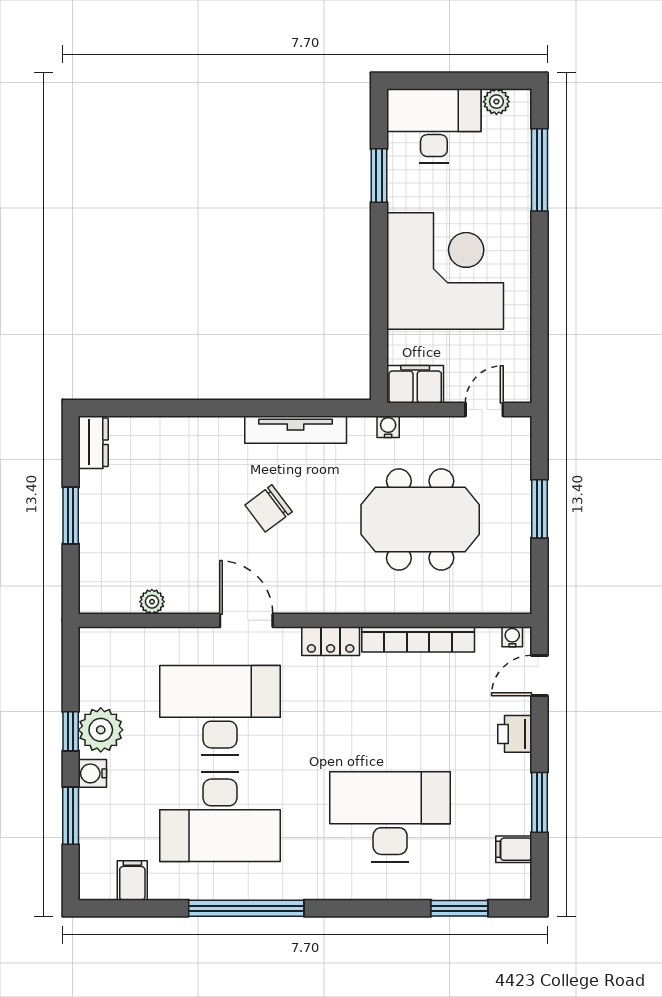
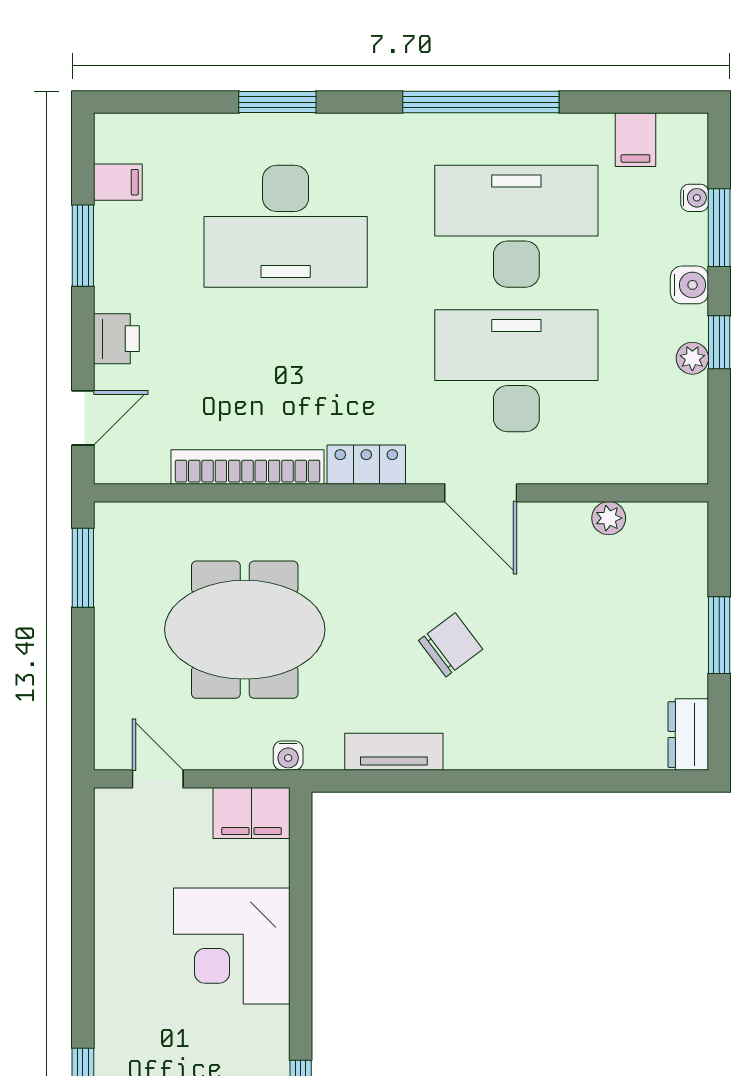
corner desk: (445, 271) -> (232, 946), width x0.74, depth x0.74
door: (484, 410) -> (158, 779), swing flipped
tv unit: (296, 430) -> (394, 752), width x0.71
window: (539, 509) -> (83, 568), moved
water cooler: (512, 637) -> (695, 198), moved, turned -90
desk: (220, 710) -> (516, 371), turned 180
plant: (101, 730) -> (692, 358), width x0.53, depth x0.53
window: (459, 908) -> (277, 102), moved

